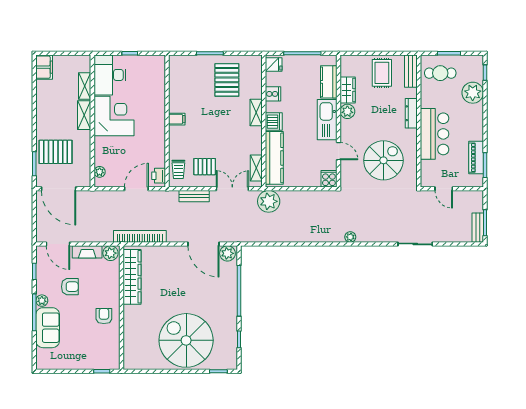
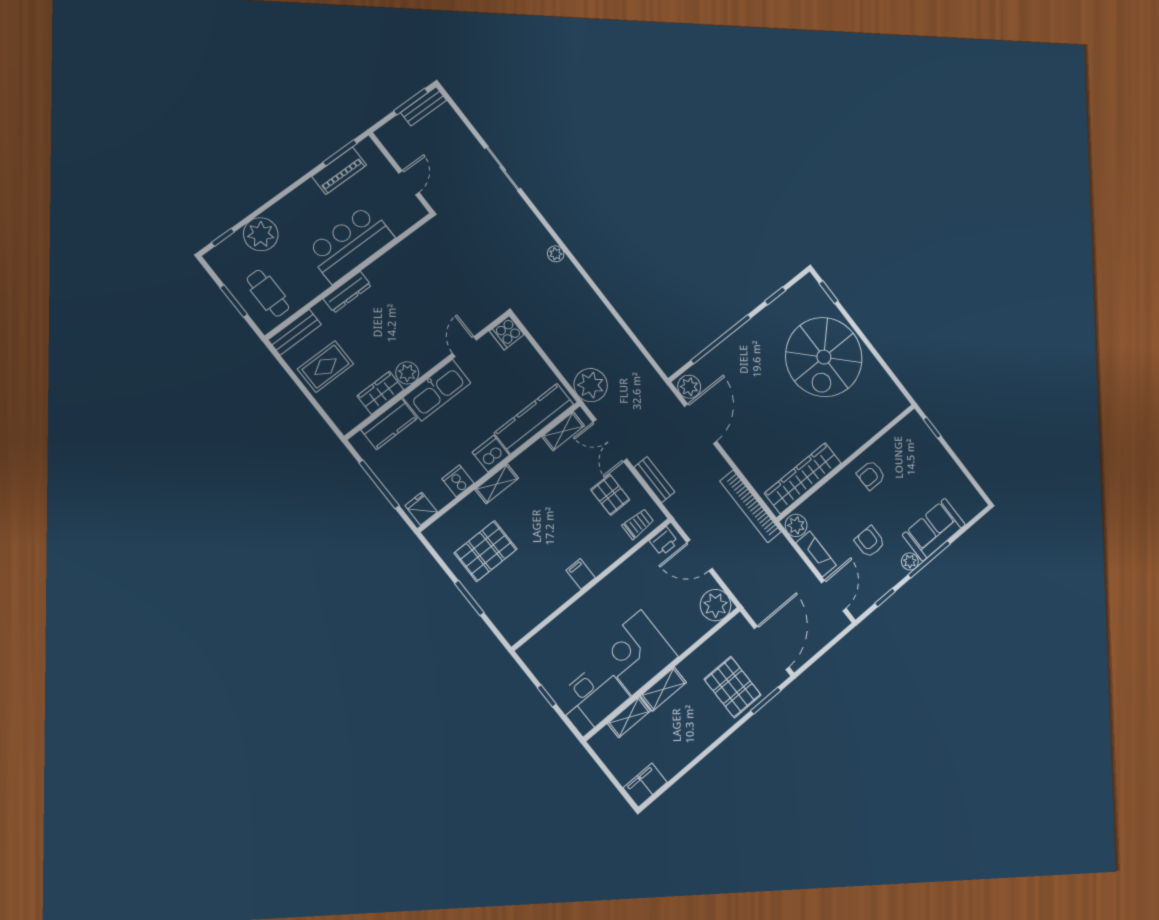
spiral stairs: (383, 160) -> (432, 283), removed
plant: (100, 172) -> (716, 605), width x1.87, depth x1.87

